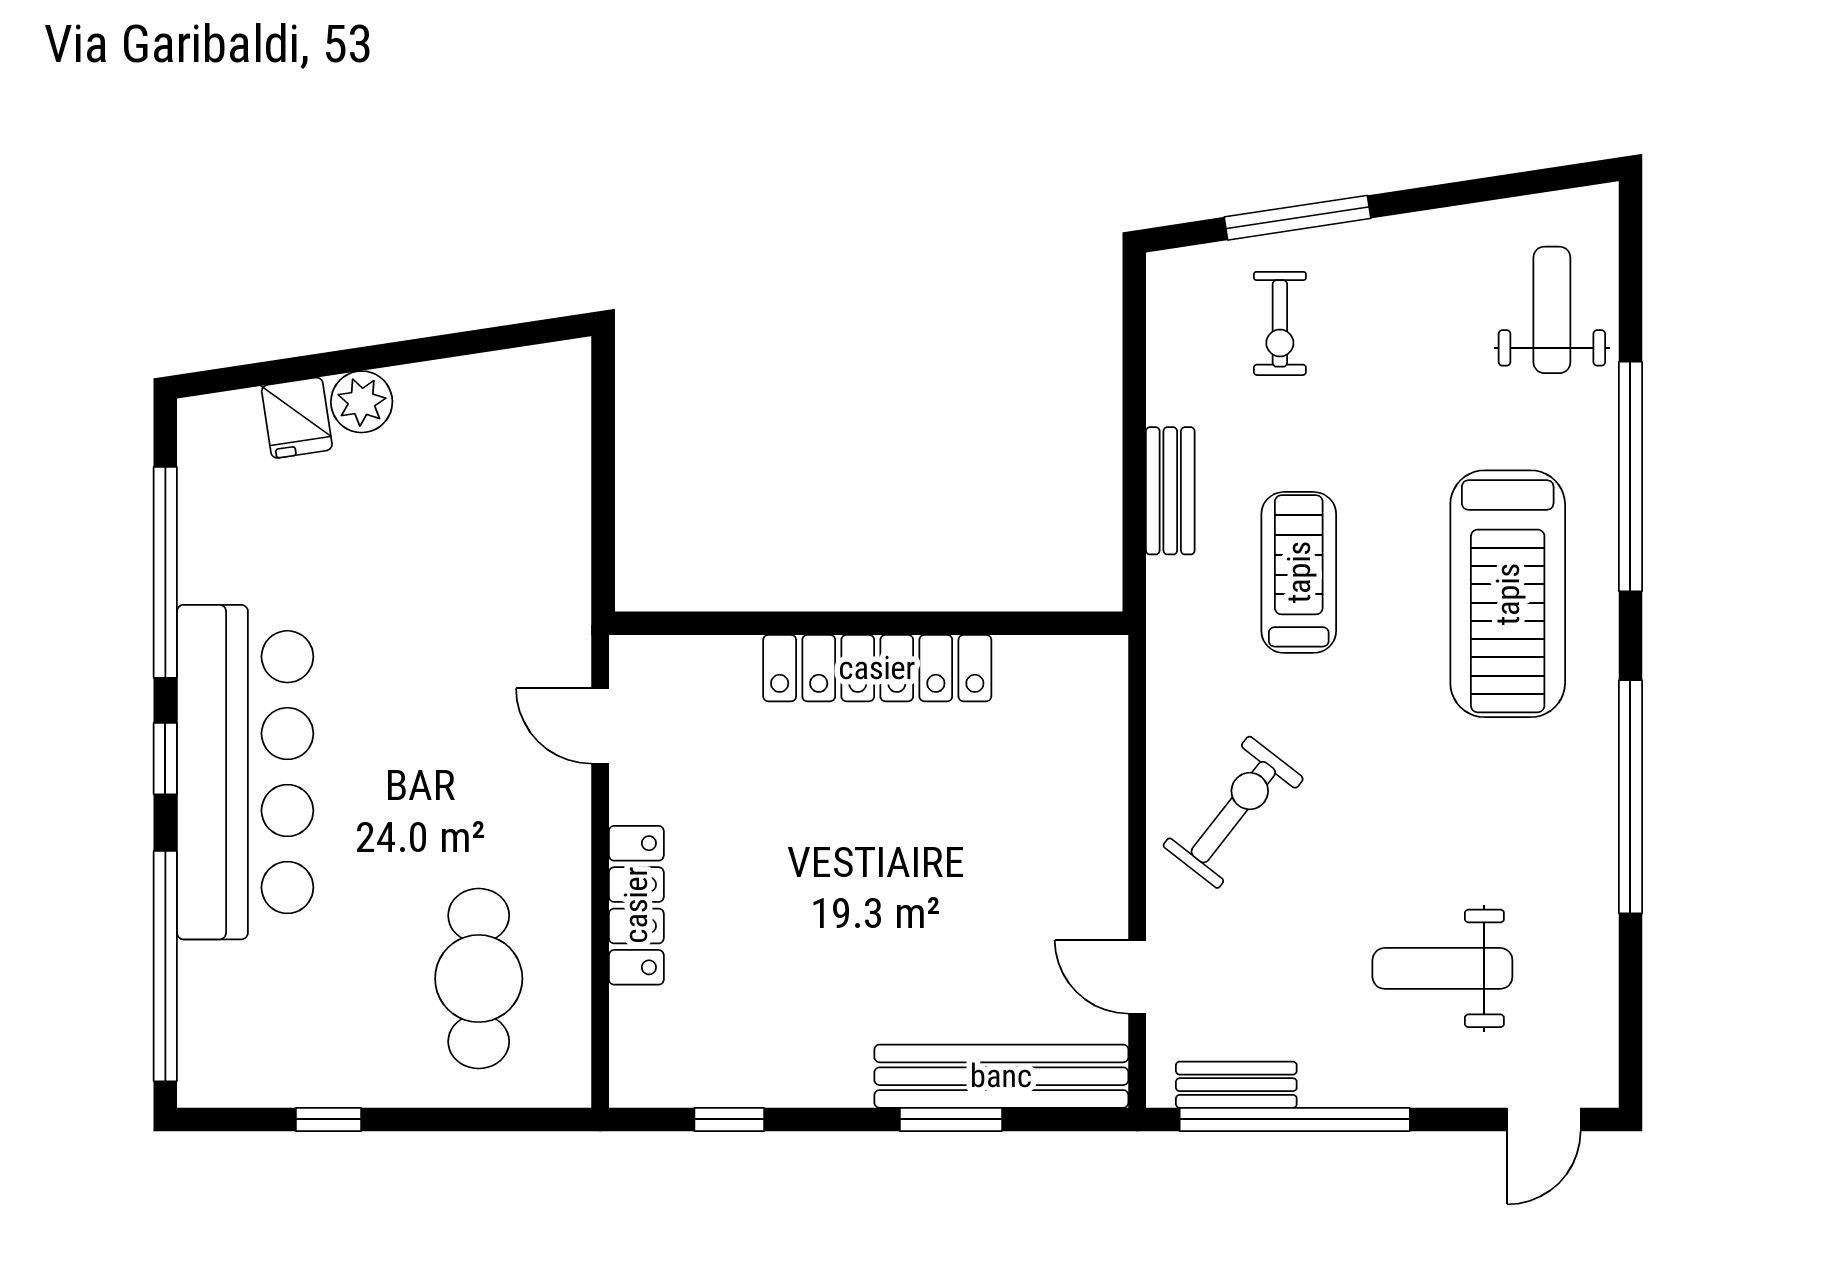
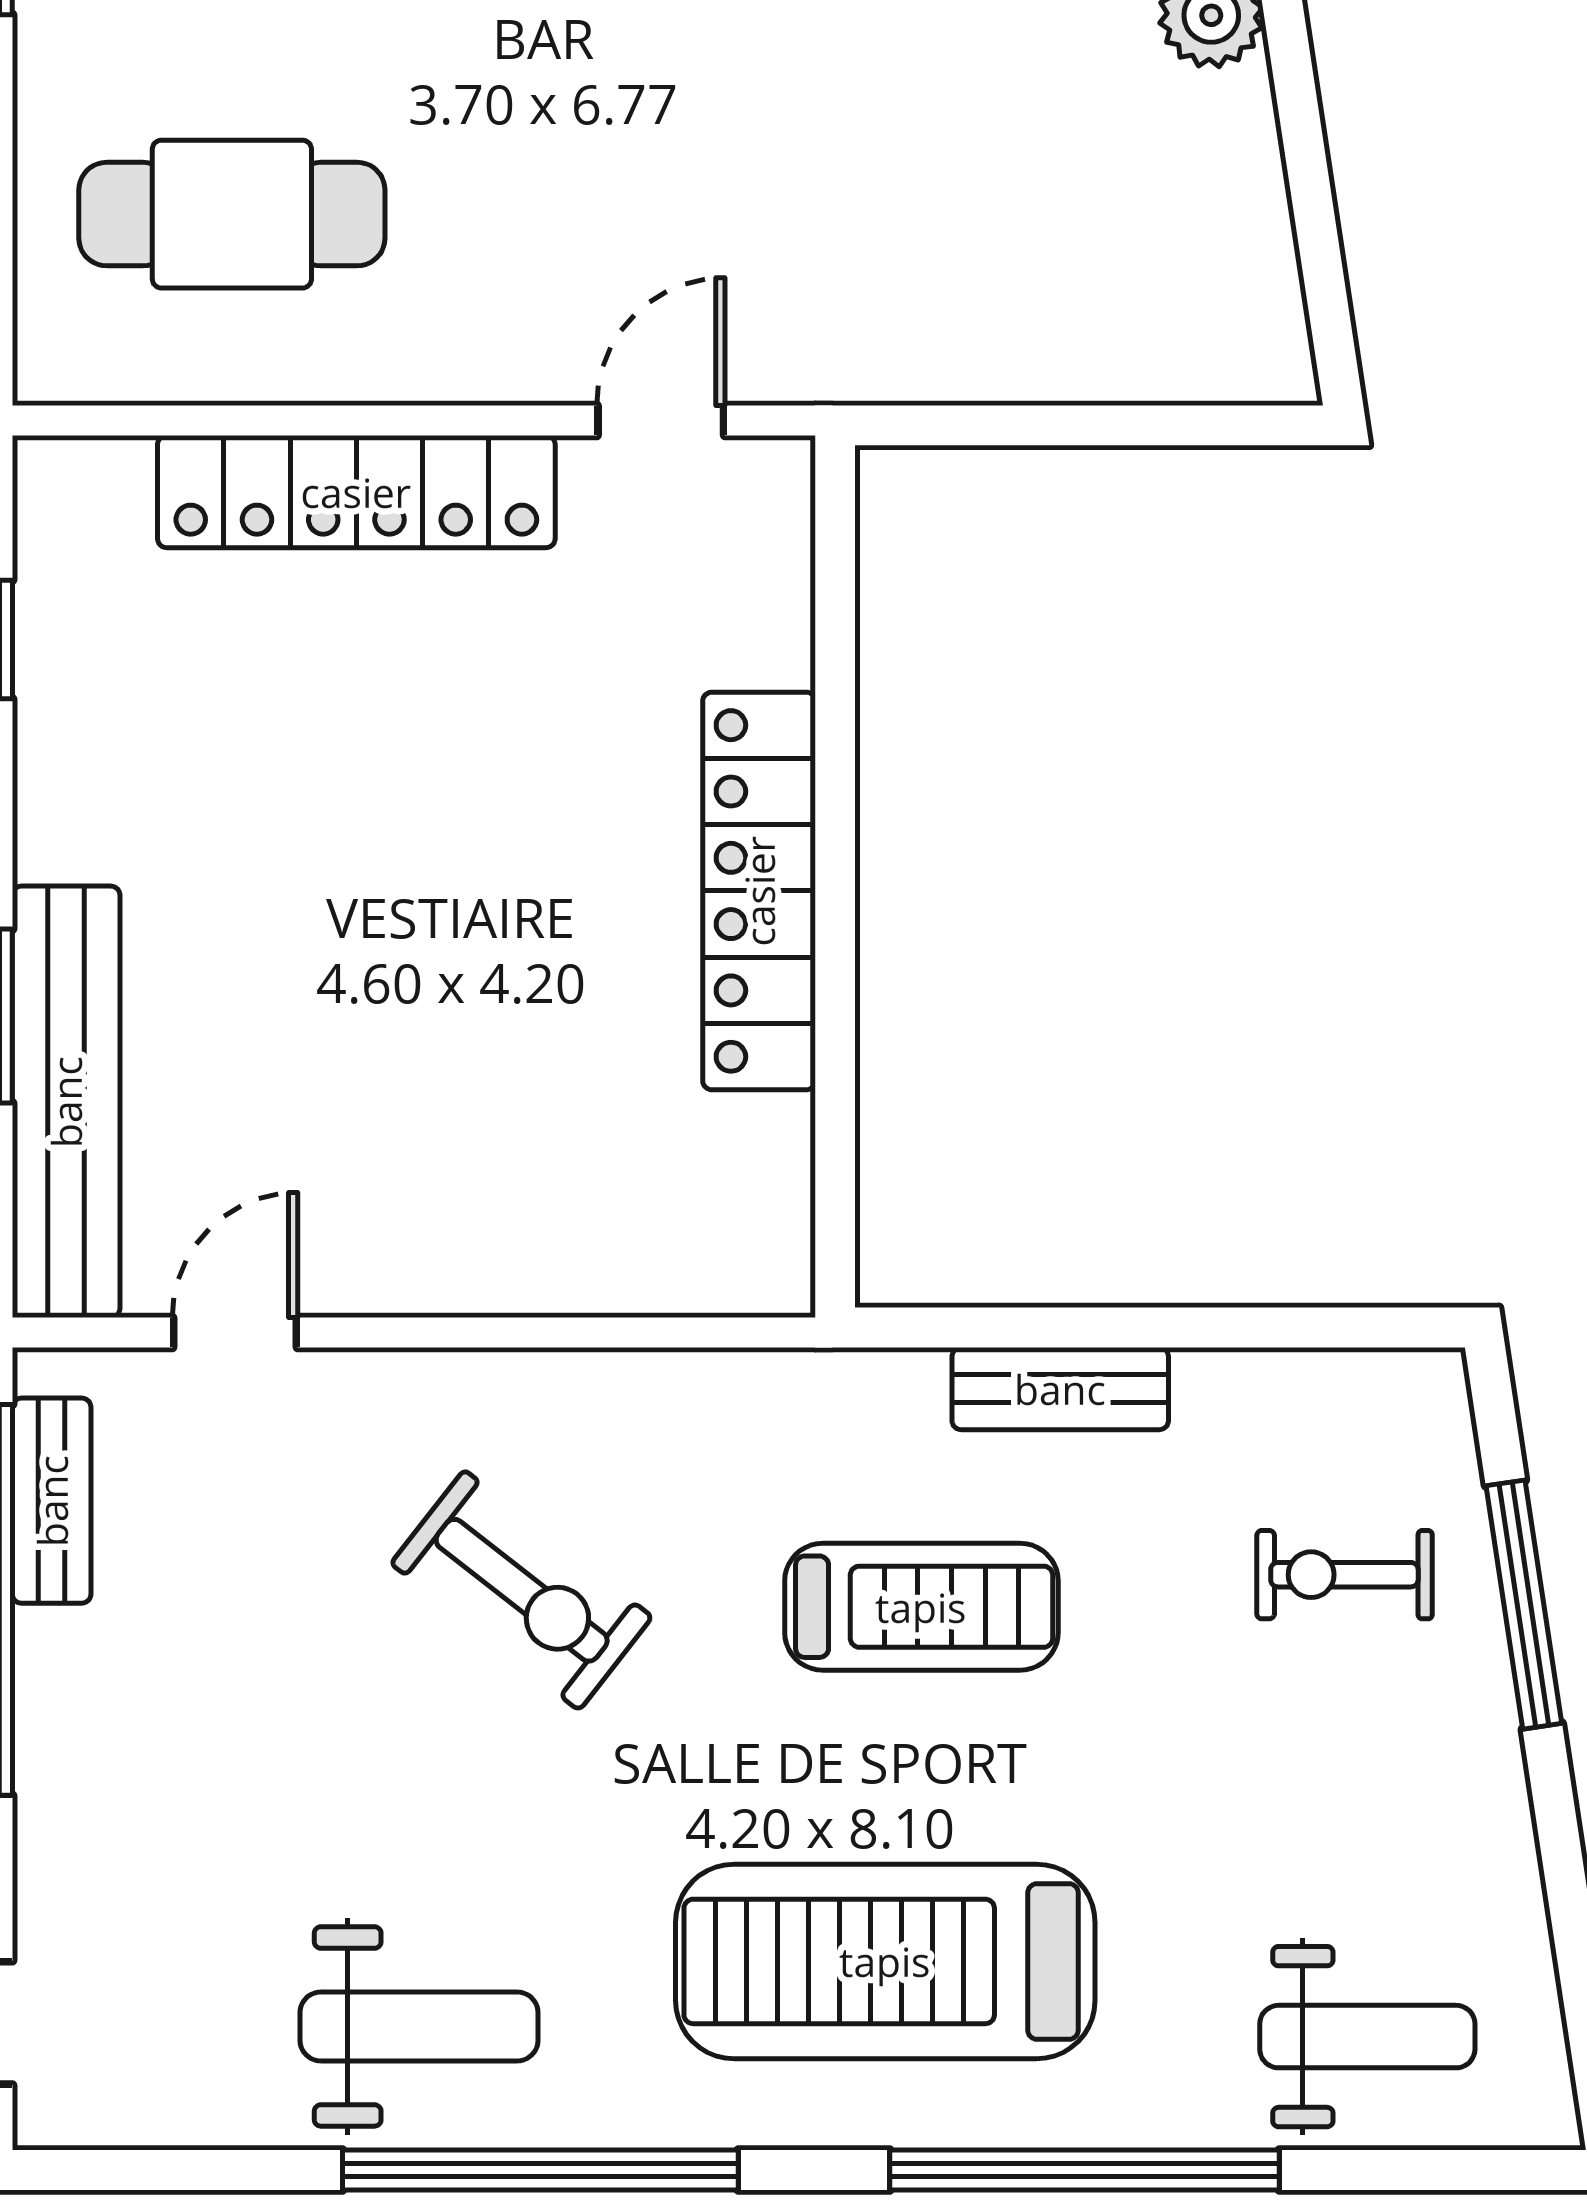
exercise bike: (1233, 812) -> (522, 1590), moved
locker: (636, 905) -> (356, 492), width x1.41, depth x1.21
weight bench: (1442, 968) -> (419, 2026), moved, turned 90

